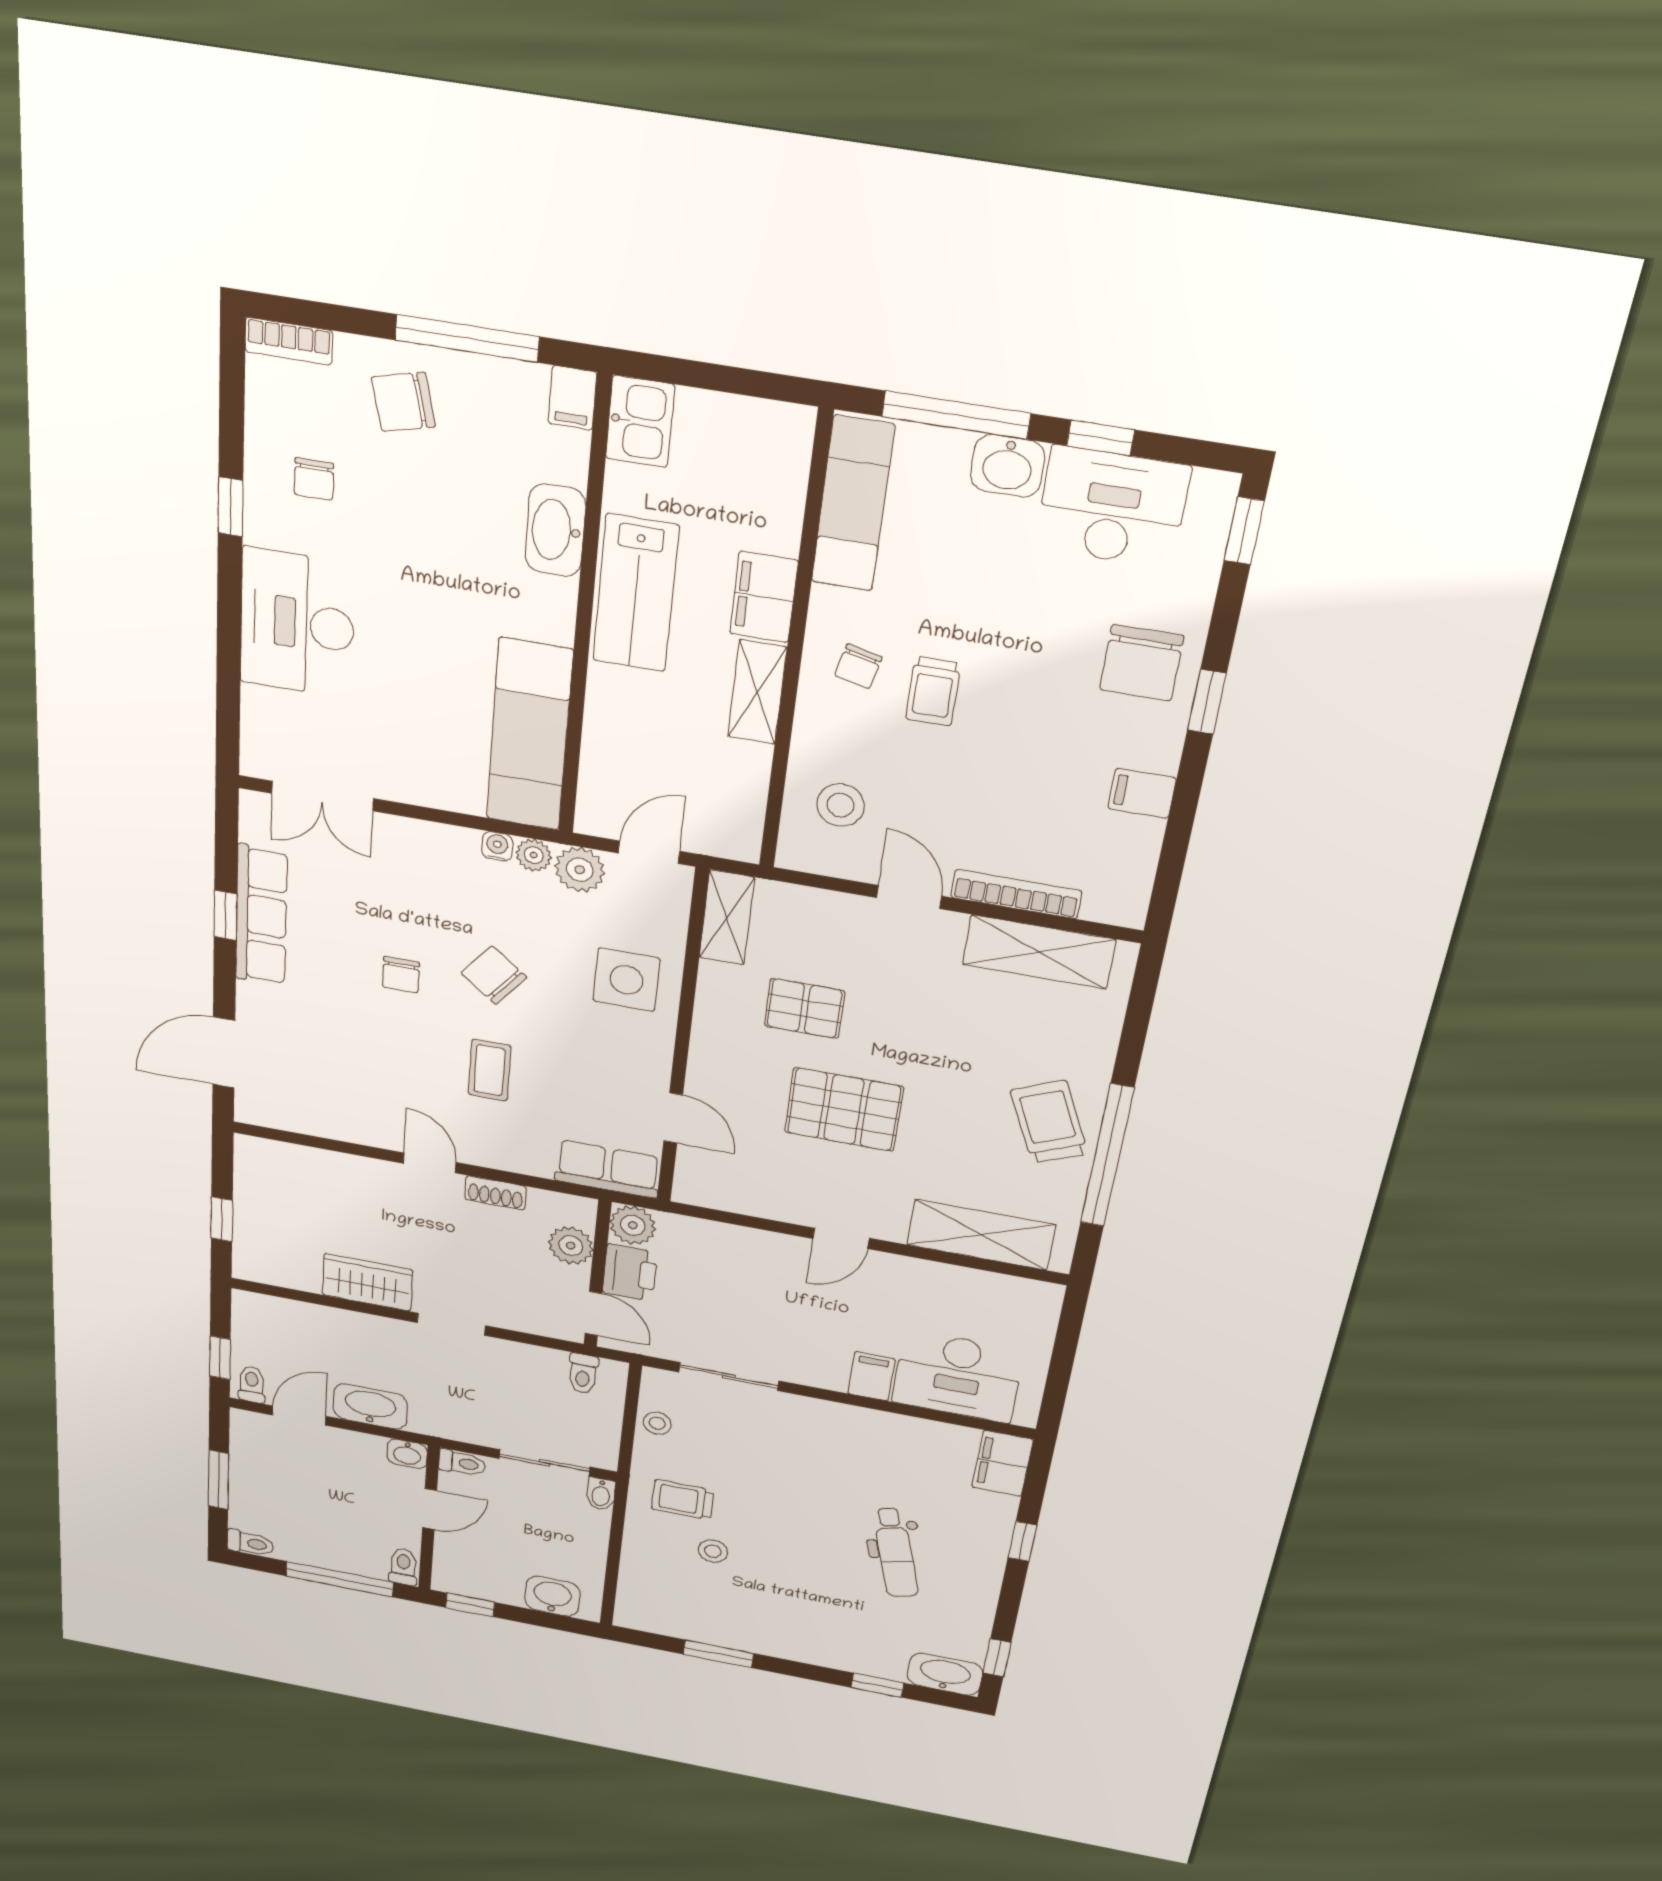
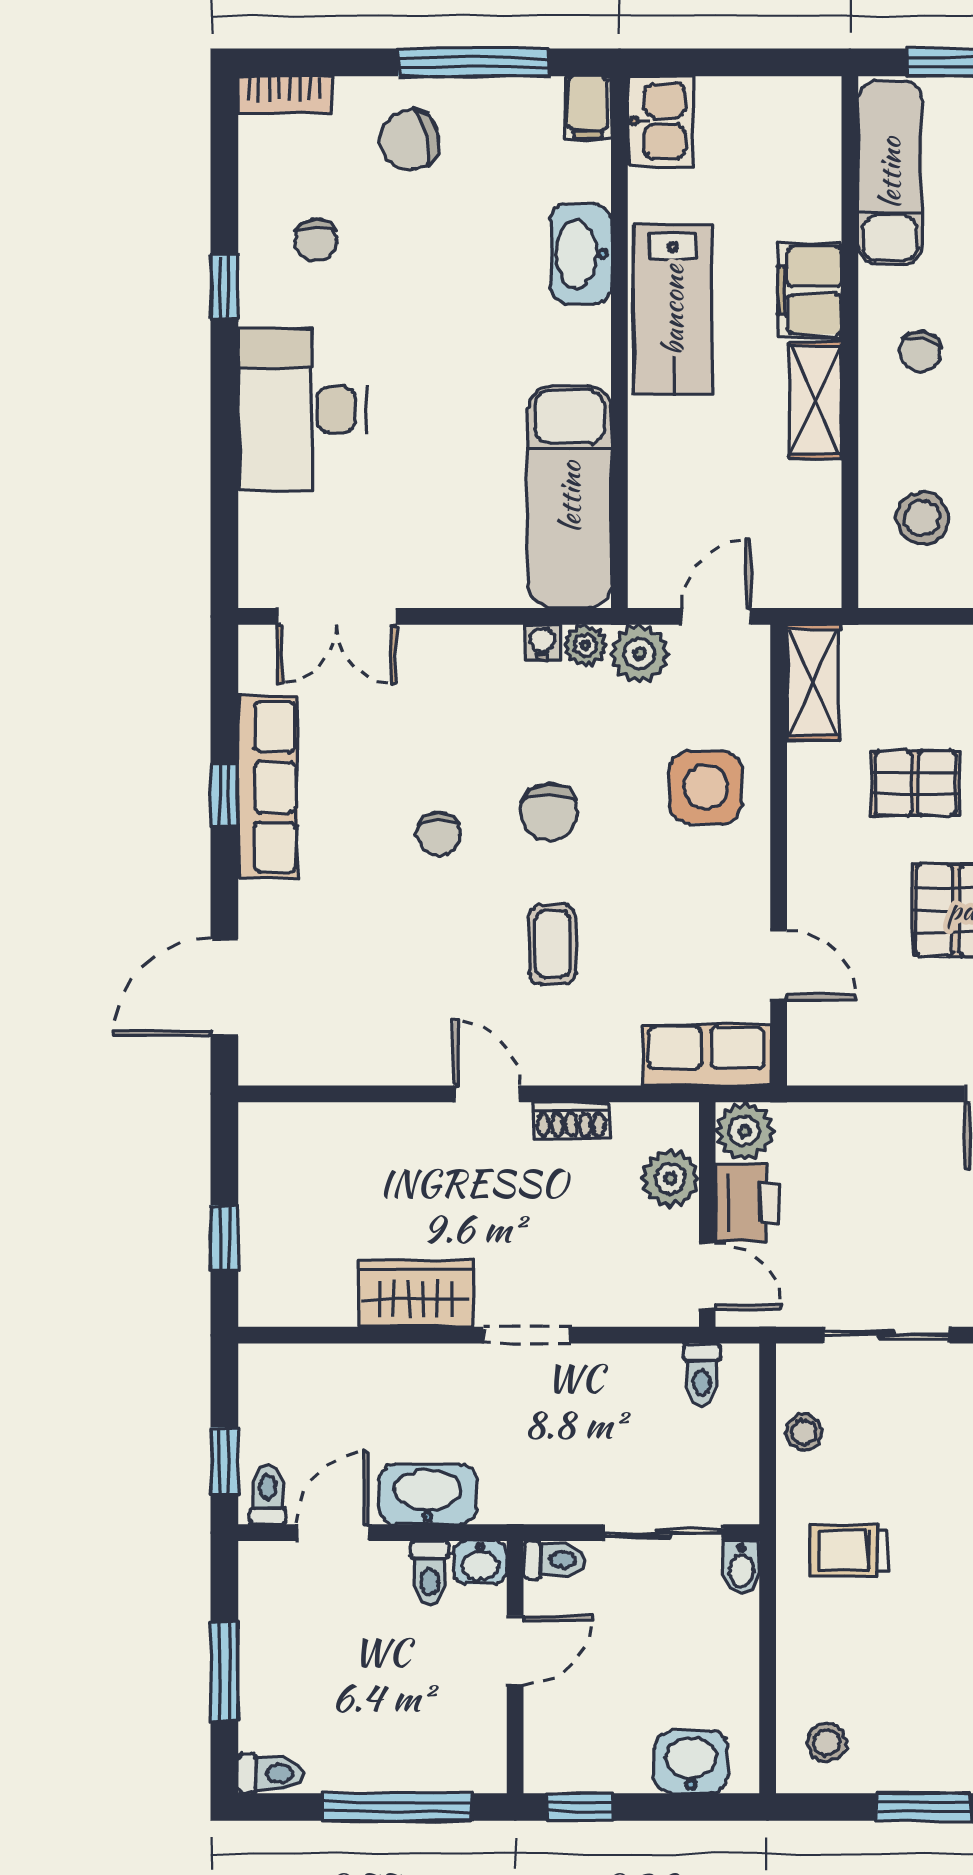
chair: (494, 975) -> (549, 812), turned -128
stool: (713, 1551) -> (827, 1742), moved
toilet: (403, 1567) -> (430, 1573), moved, turned 180

